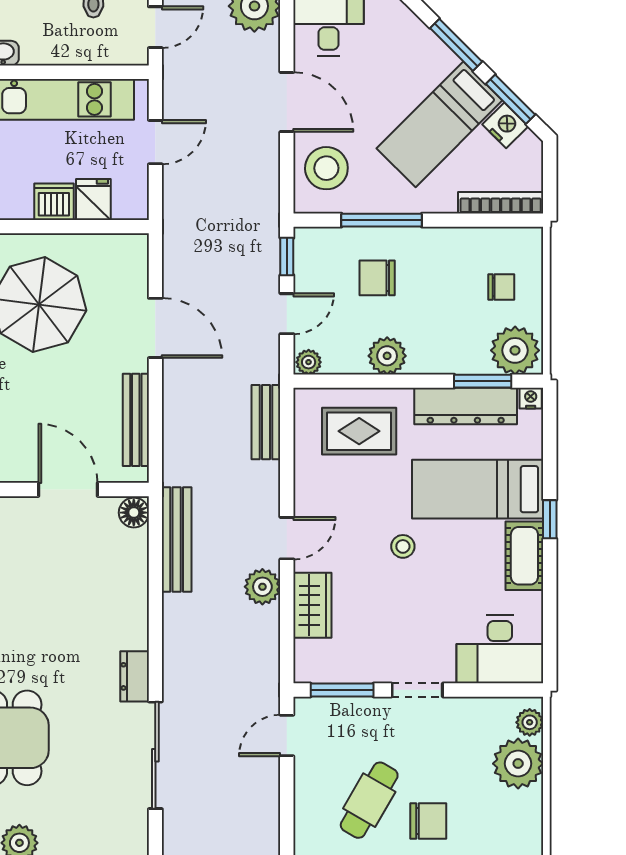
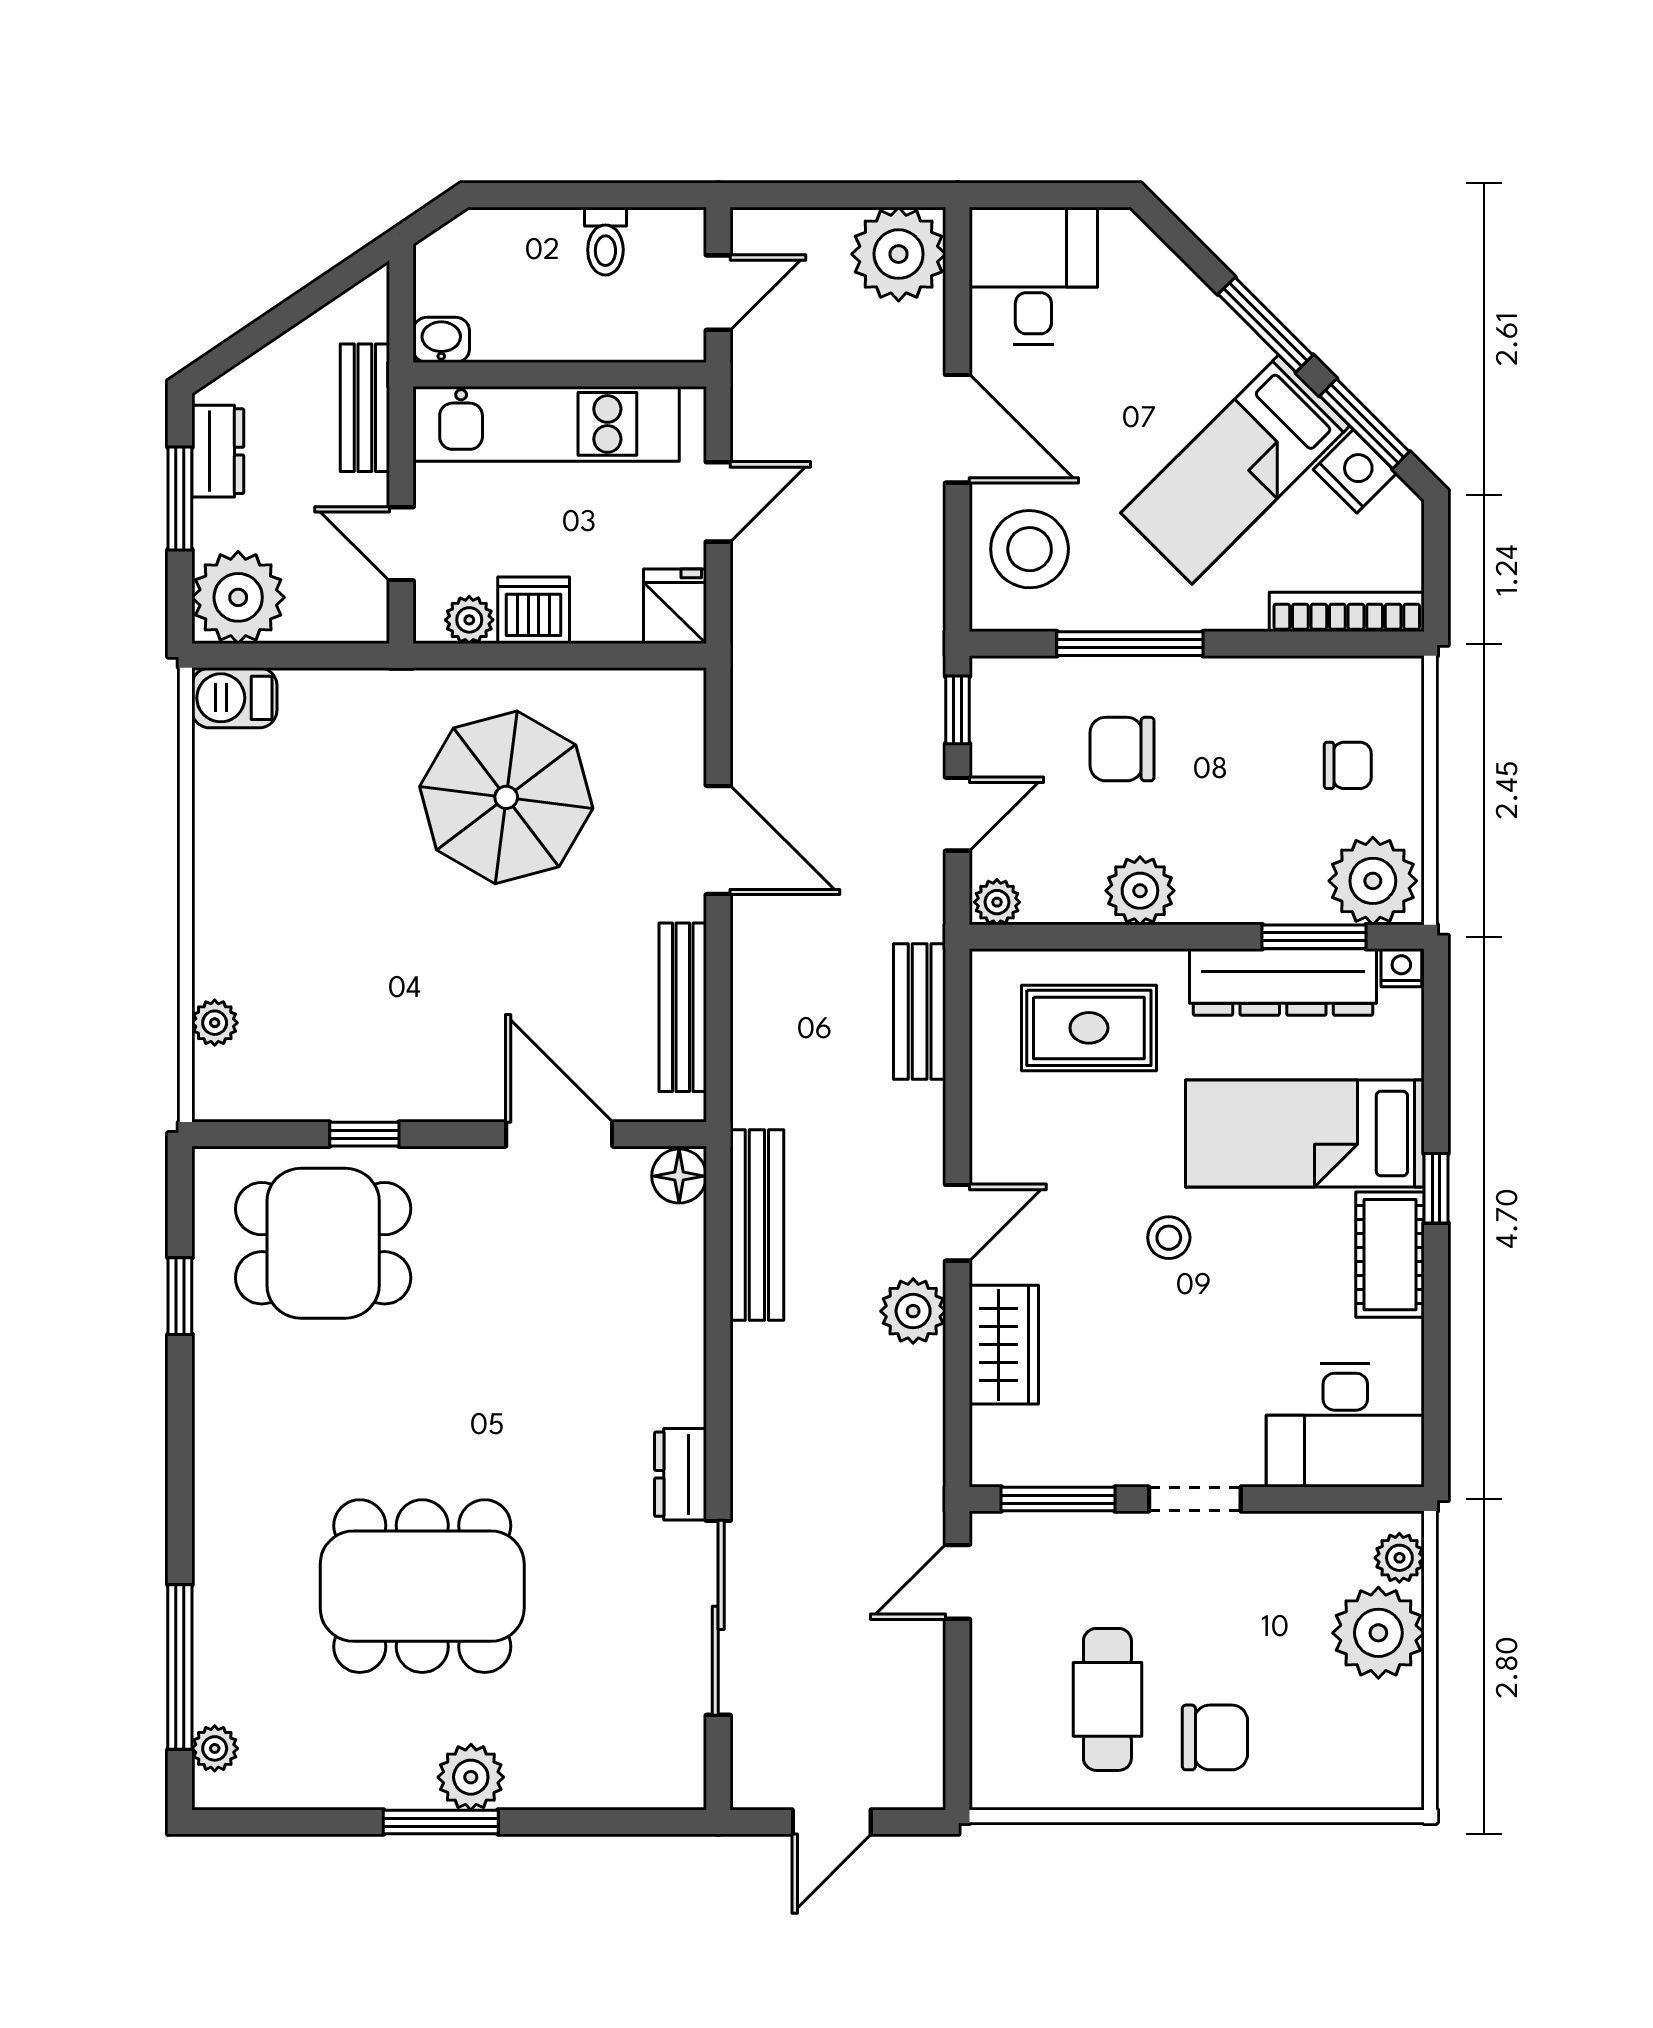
fridge: (93, 200) -> (675, 606), moved
plant: (19, 207) -> (469, 620), added
cafe table: (369, 800) -> (1107, 1699), turned -30

